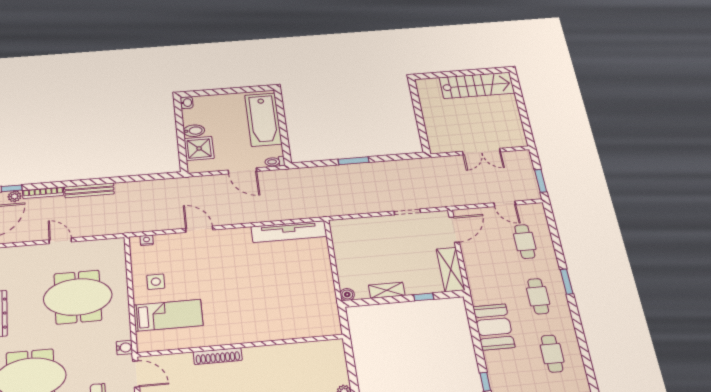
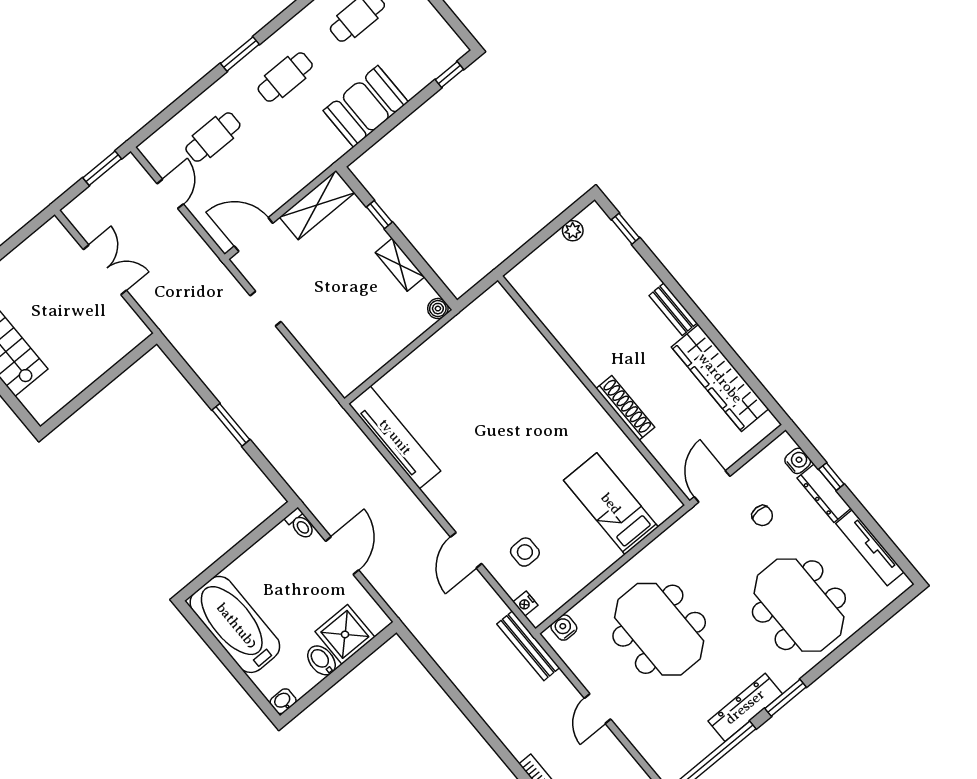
bathtub: (263, 119) -> (235, 624), moved, turned -90
bench: (89, 190) -> (528, 646), moved
side table: (156, 282) -> (525, 552), moved
water cooler: (124, 348) -> (564, 628), moved

